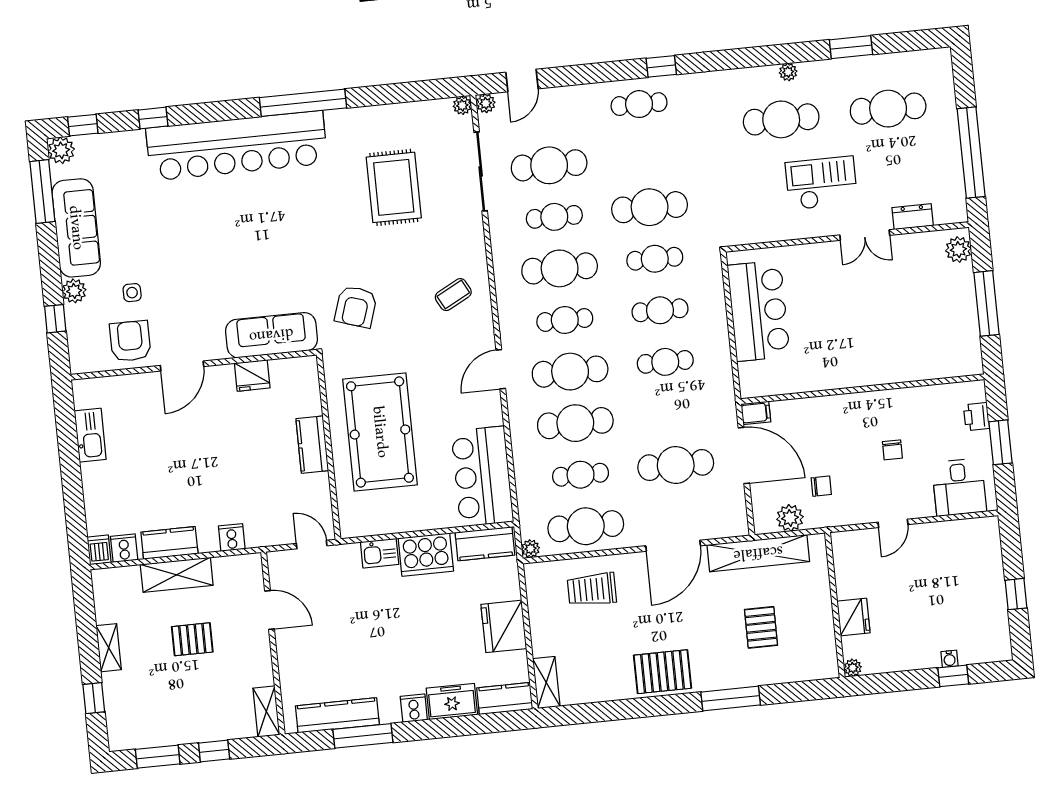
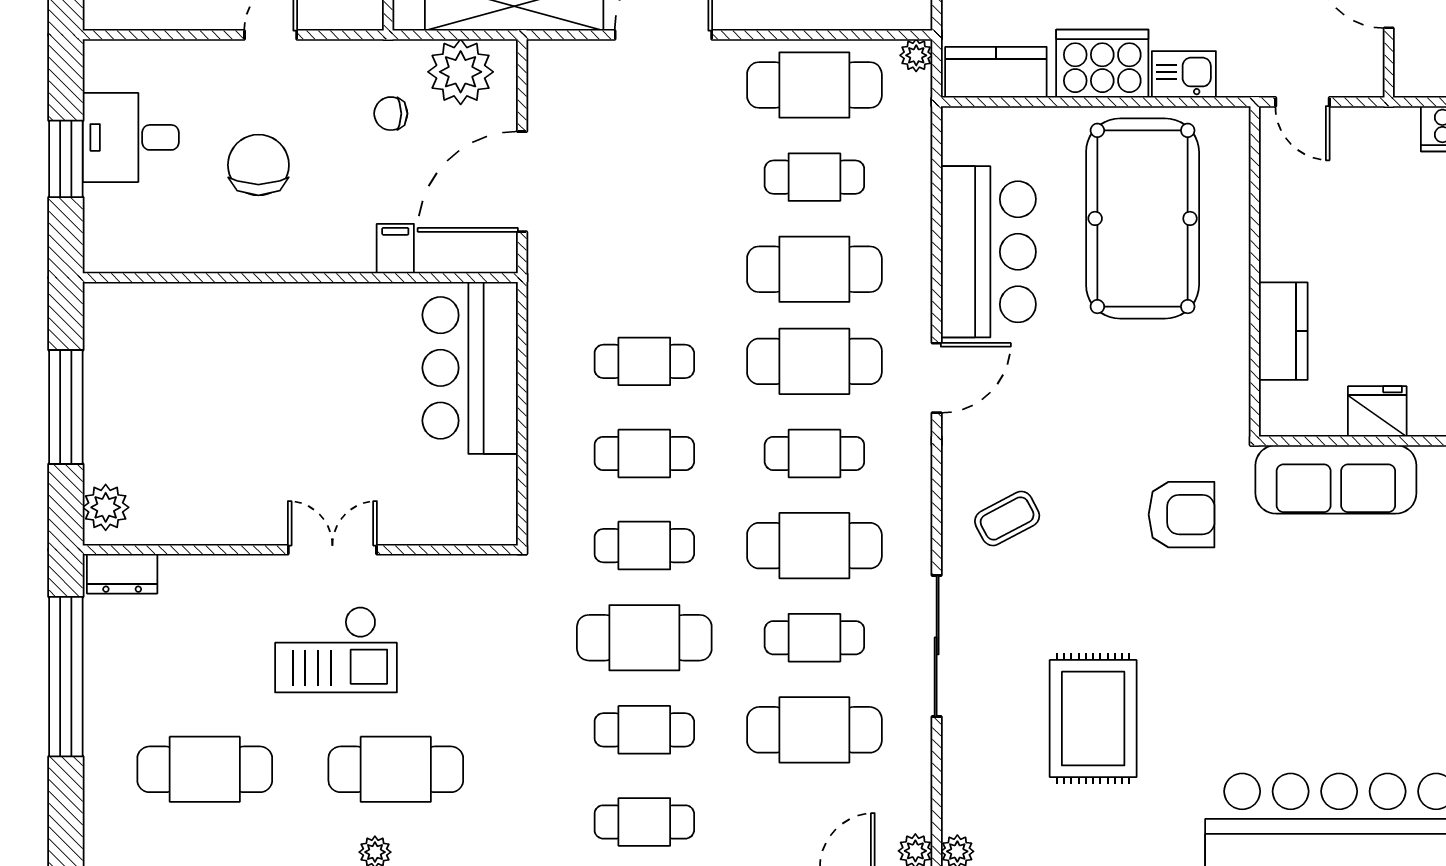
sliding door: (481, 171) -> (937, 646), moved
dresser: (913, 217) -> (122, 574), moved
double door: (865, 235) -> (332, 550), moved
armchair: (356, 307) -> (1182, 515), turned 72
bar counter: (759, 311) -> (470, 368), moved
filing cabinet: (756, 413) -> (395, 249), moved, turned 90
printer: (976, 417) -> (104, 209), removed
pool table: (380, 432) -> (1143, 218), moved
kitchen counter: (312, 445) -> (1283, 331), moved
chair: (892, 450) -> (258, 165), width x1.87, depth x1.87
door: (744, 456) -> (522, 182), hinge flipped
cafe table: (676, 465) -> (644, 730), moved, width x0.73, depth x0.74
bar counter: (482, 476) -> (988, 252), moved
desk: (959, 487) -> (131, 137), moved, turned -90
plant: (790, 518) -> (461, 72), width x1.36, depth x1.36

